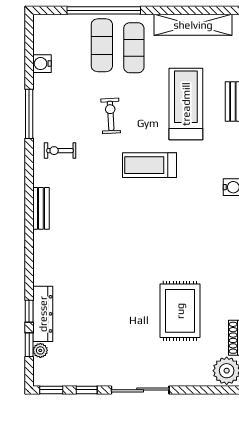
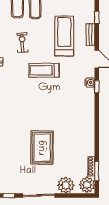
rug: (180, 311) -> (42, 148), moved
plant: (189, 372) -> (66, 185), added

